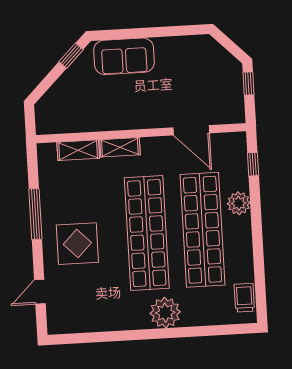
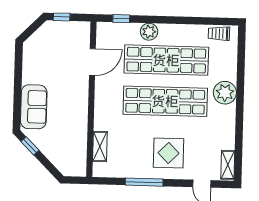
shelving: (120, 147) -> (228, 165), moved

